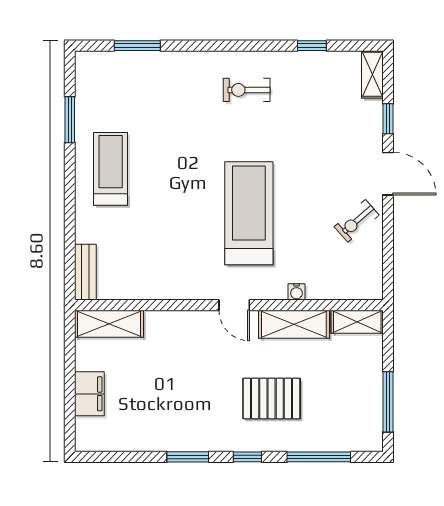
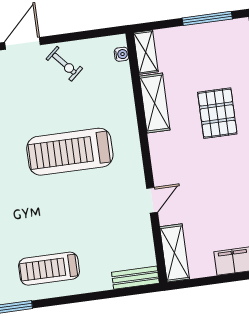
water cooler: (296, 292) -> (121, 54), moved
door: (234, 305) -> (152, 200), moved

